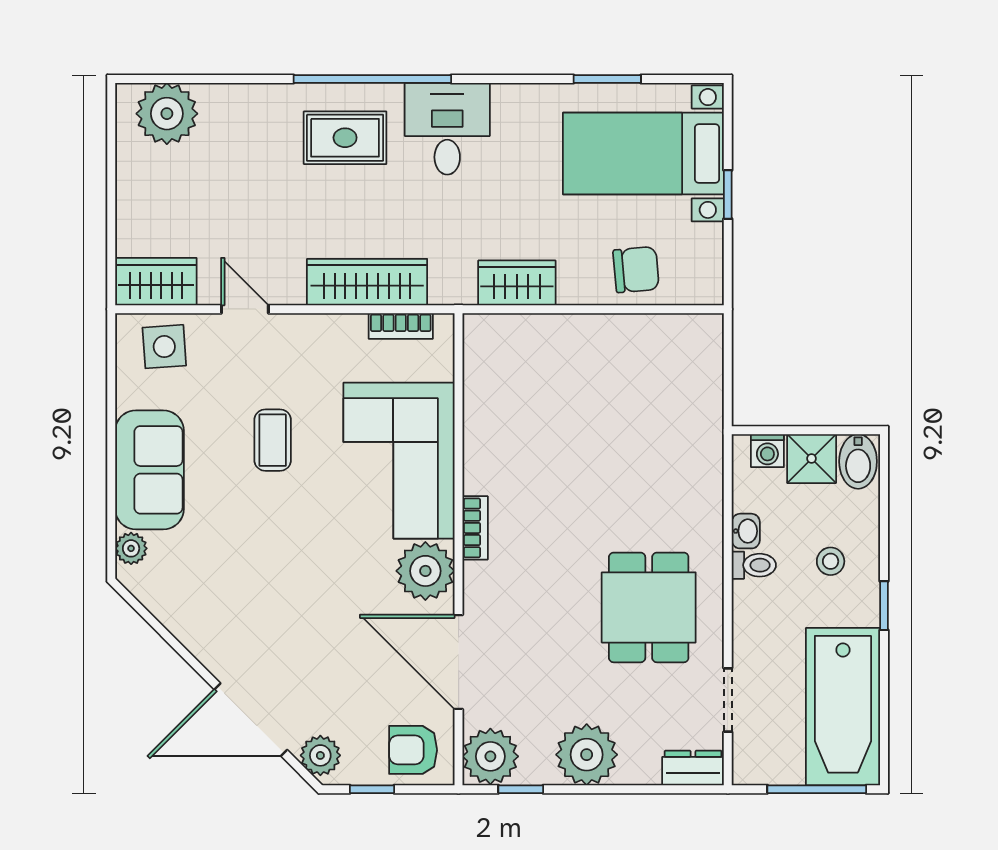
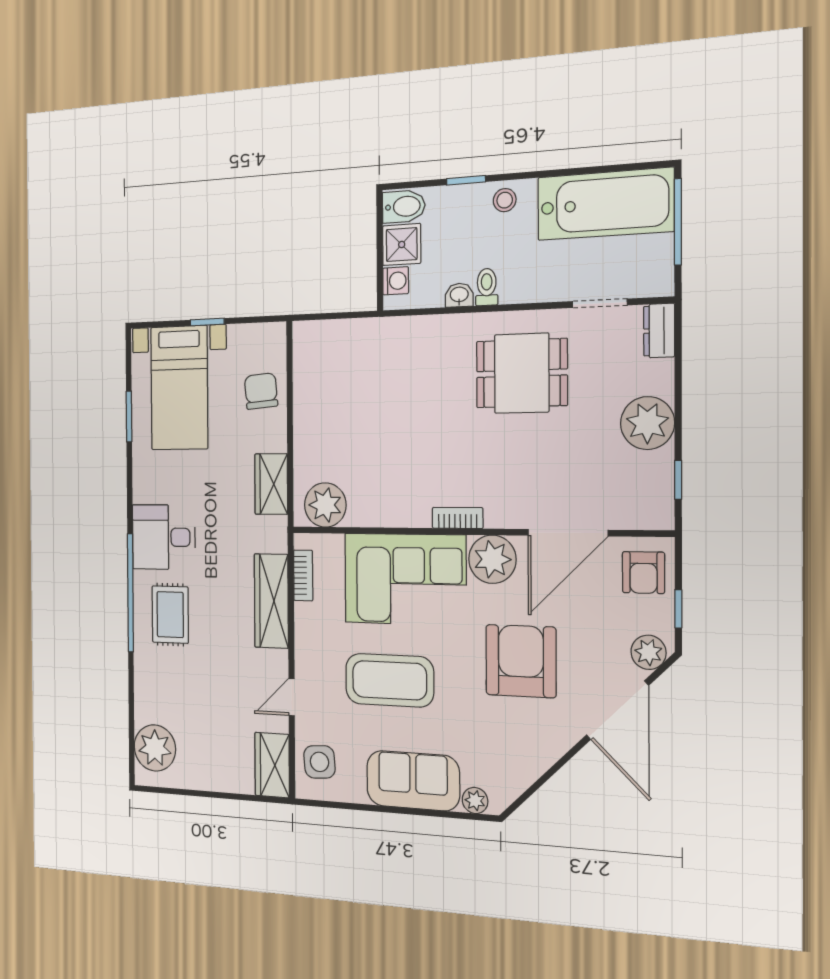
coffee table: (273, 440) -> (389, 680), width x1.86, depth x1.72
stool: (831, 561) -> (505, 200), moved
armchair: (304, 605) -> (521, 661), added
window: (884, 606) -> (466, 180), moved
plant: (490, 756) -> (325, 505), moved

